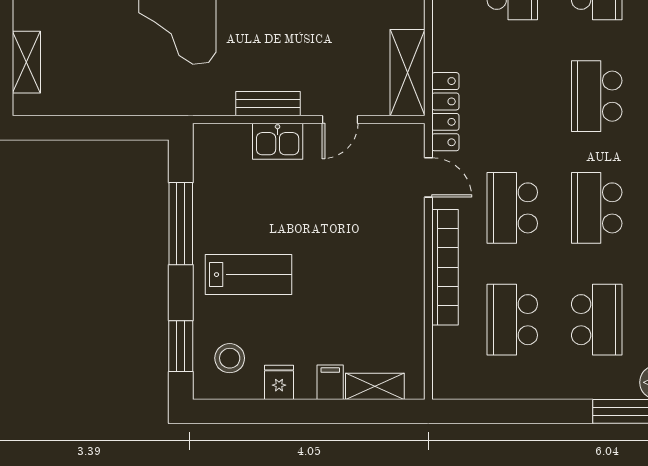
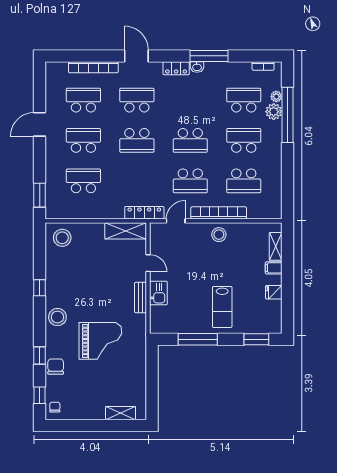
lab bench: (248, 275) -> (222, 307), turned 180
stool: (230, 358) -> (219, 235), moved

